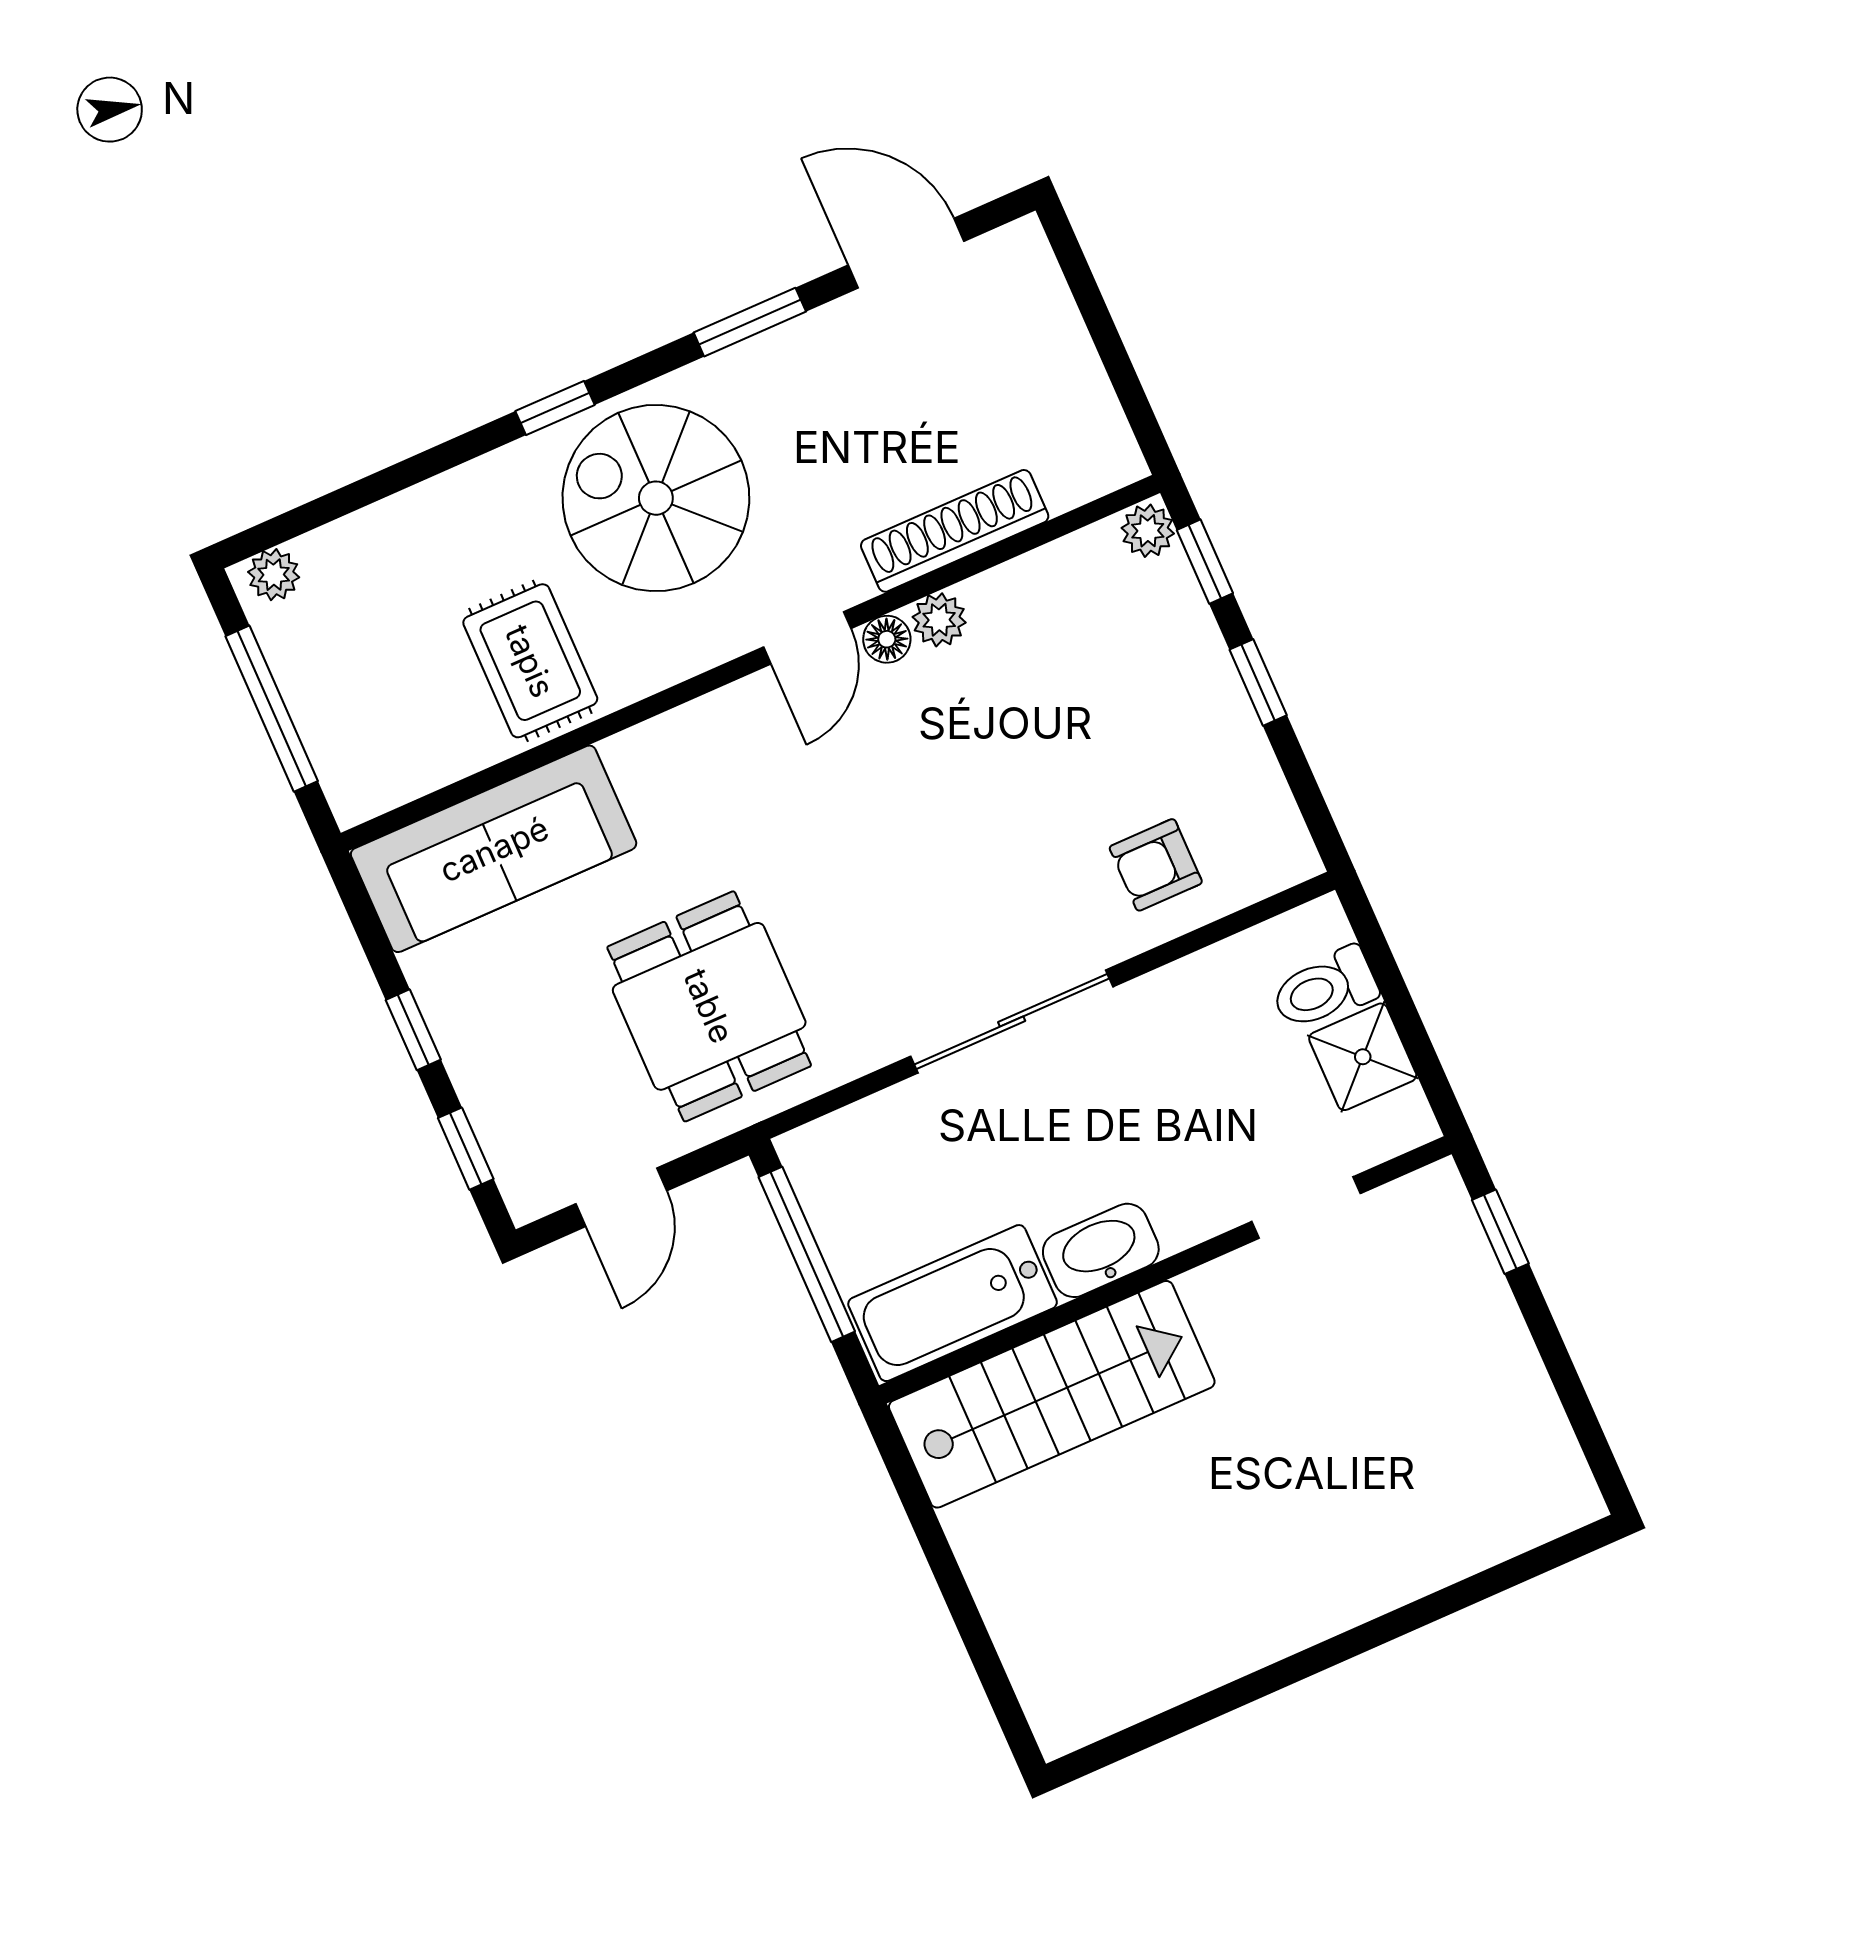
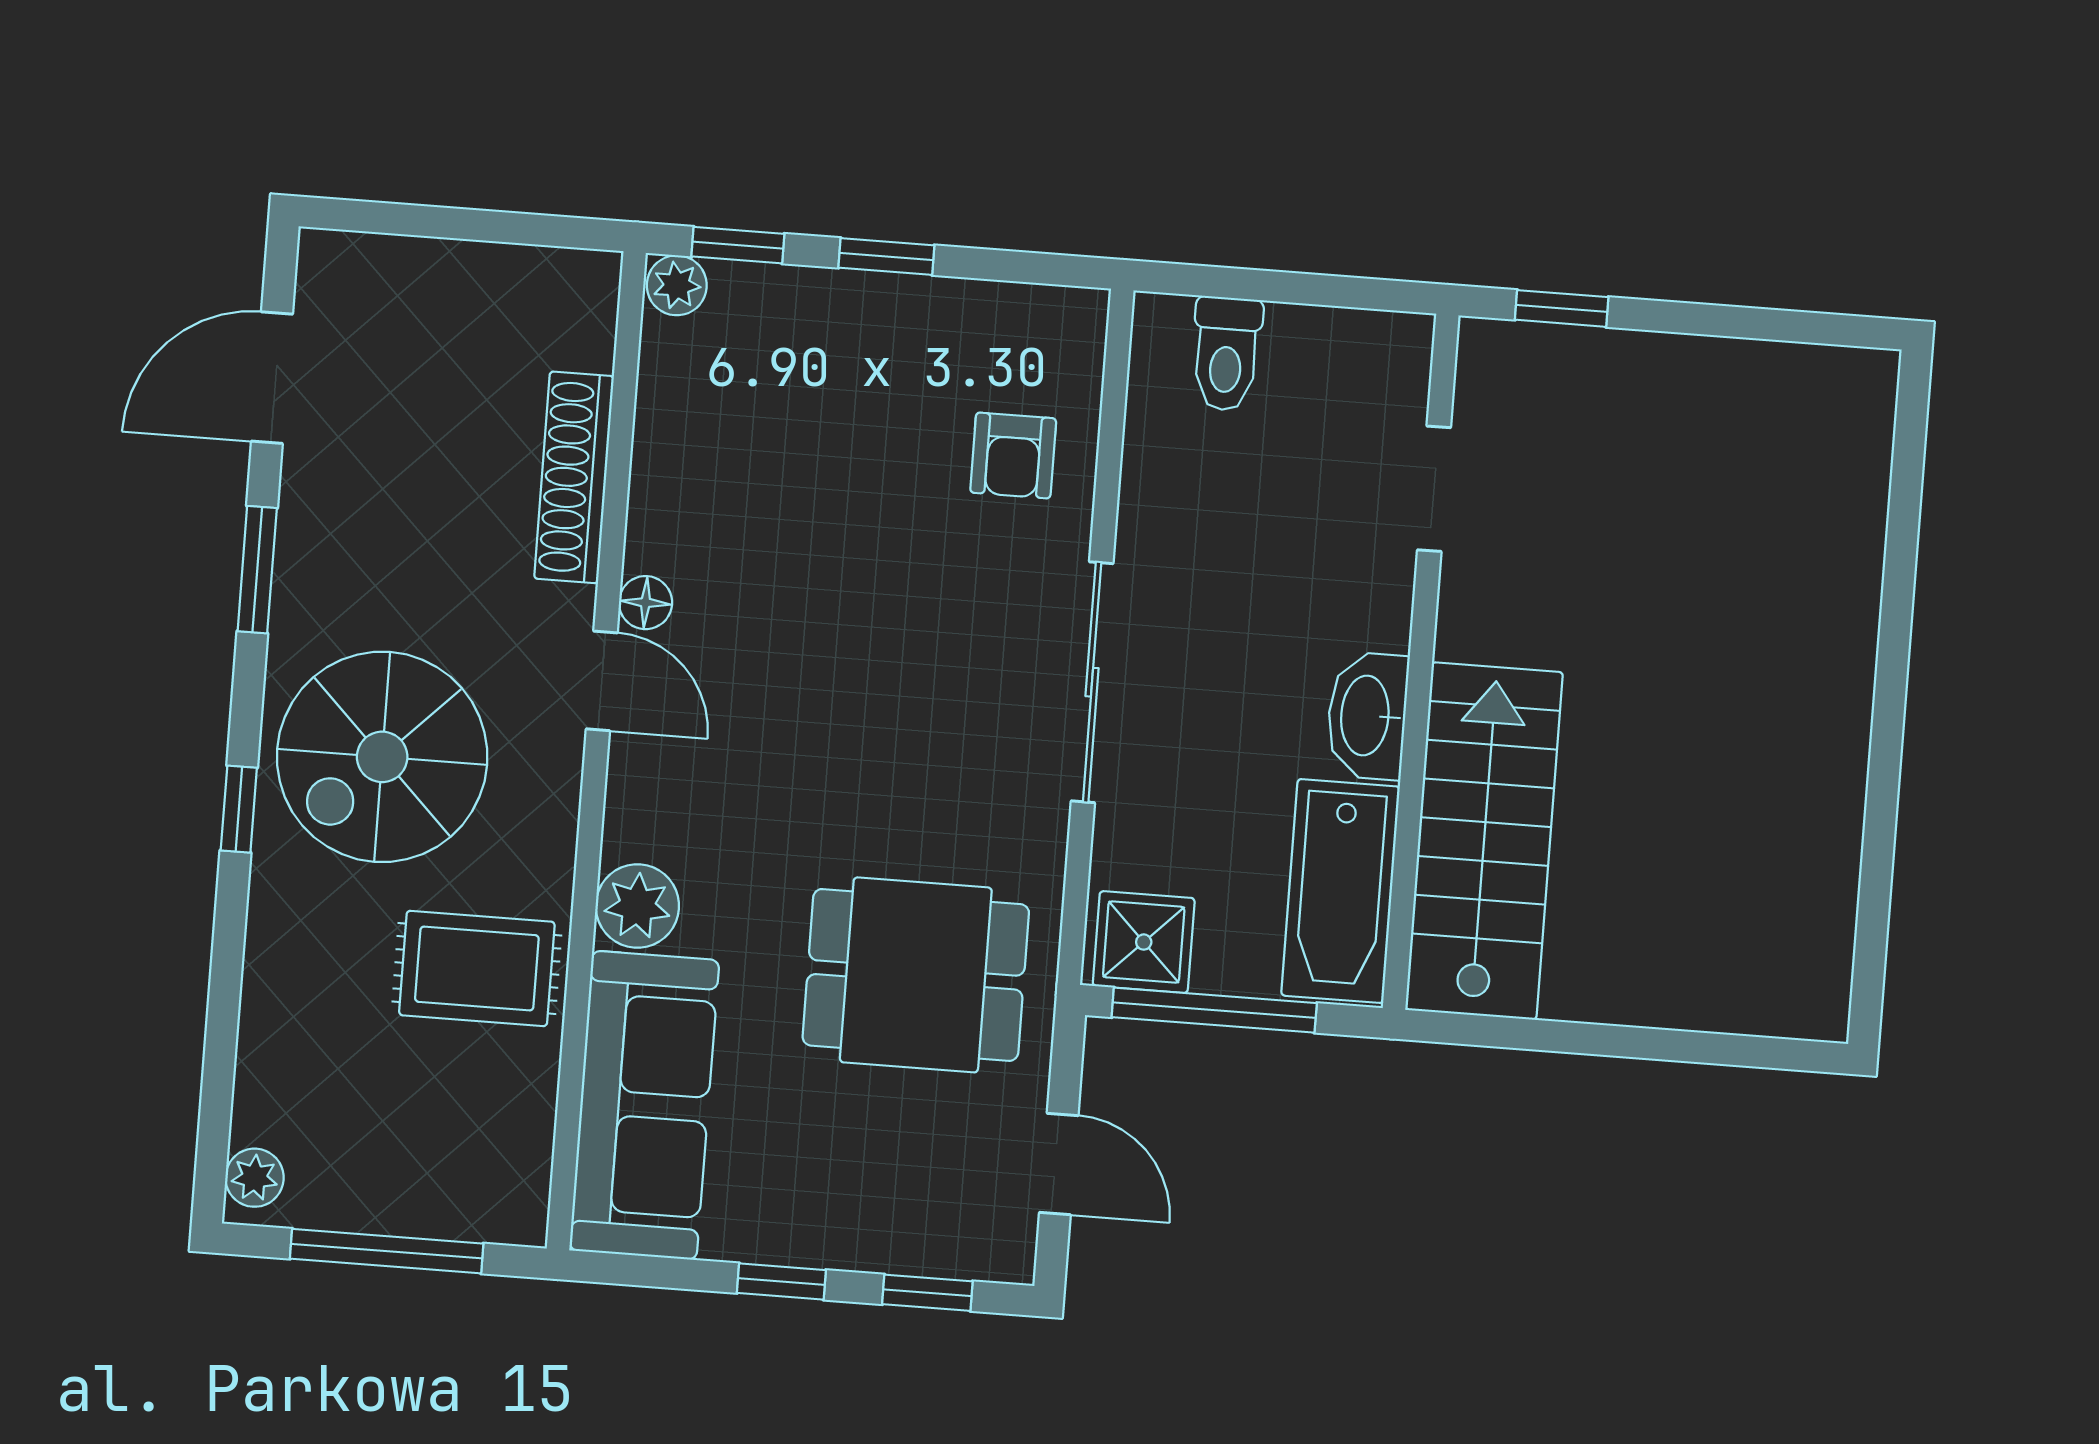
plant: (939, 620) -> (637, 906), moved, width x1.38, depth x1.38
shower: (1363, 1057) -> (1144, 942), moved

